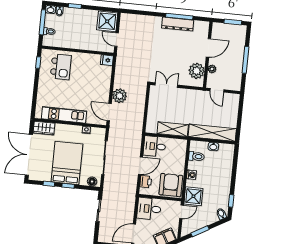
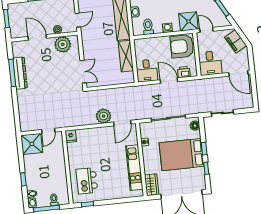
kitchen island: (61, 67) -> (87, 181), turned -90
double door: (166, 85) -> (83, 72), swing flipped

